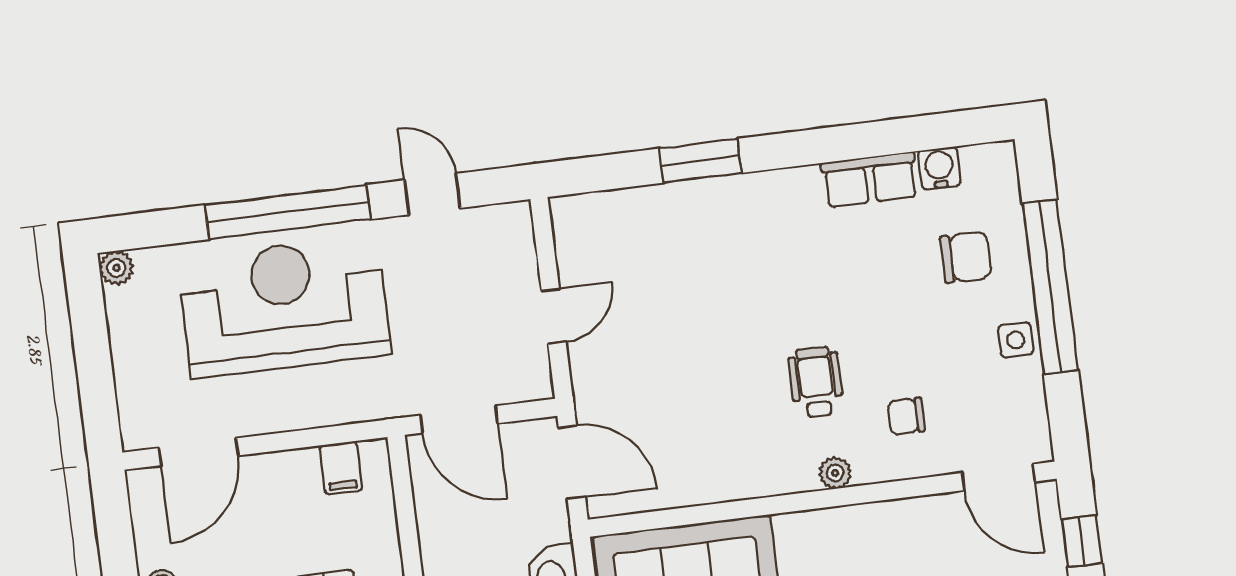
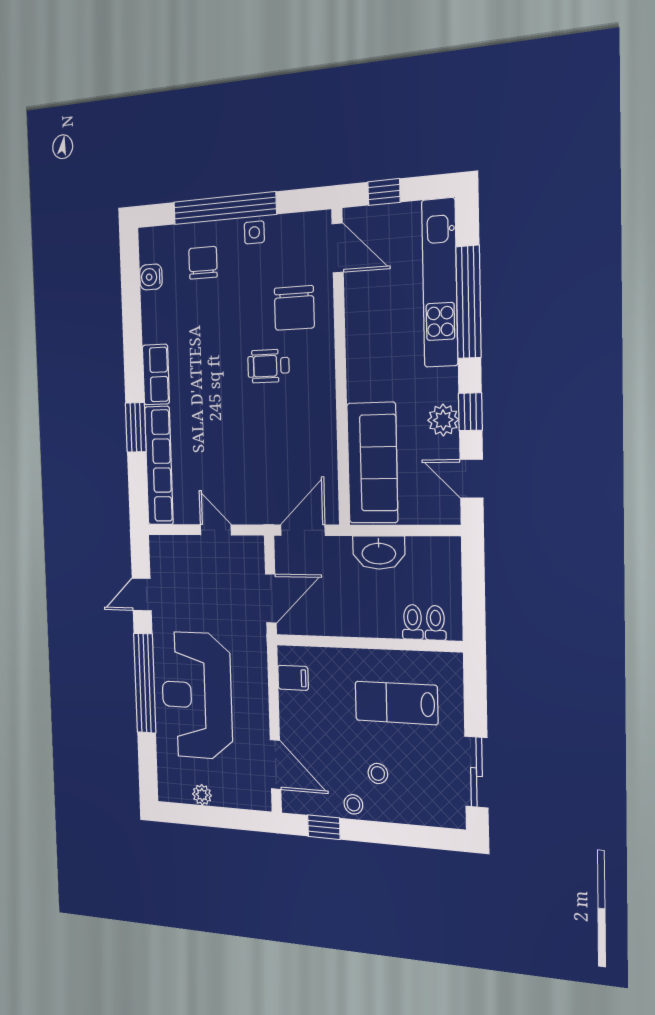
row of seats: (870, 180) -> (156, 375), moved
row of seats: (644, 208) -> (159, 466), added
plant: (116, 268) -> (202, 795), moved
chair: (906, 416) -> (294, 308), width x1.87, depth x1.87
plant: (835, 473) -> (325, 358), removed
door: (998, 477) -> (338, 248), hinge flipped
window: (116, 541) -> (324, 827), added

